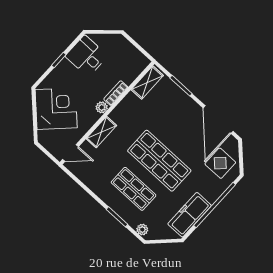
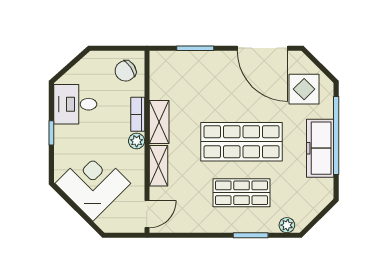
chair: (131, 63) -> (126, 71), added
shelving: (147, 82) -> (159, 122), moved
freezer: (190, 215) -> (320, 148), moved

